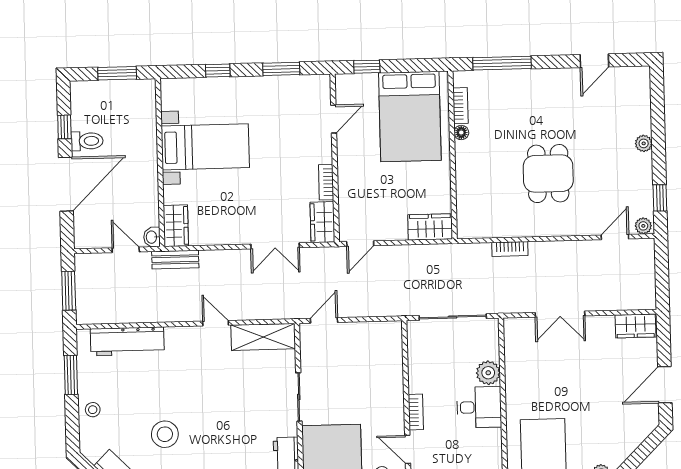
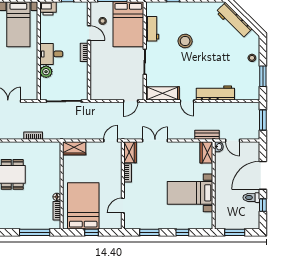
window: (367, 67) -> (91, 232), moved
workbench: (127, 341) -> (215, 93), moved
stool: (165, 434) -> (185, 41), moved

